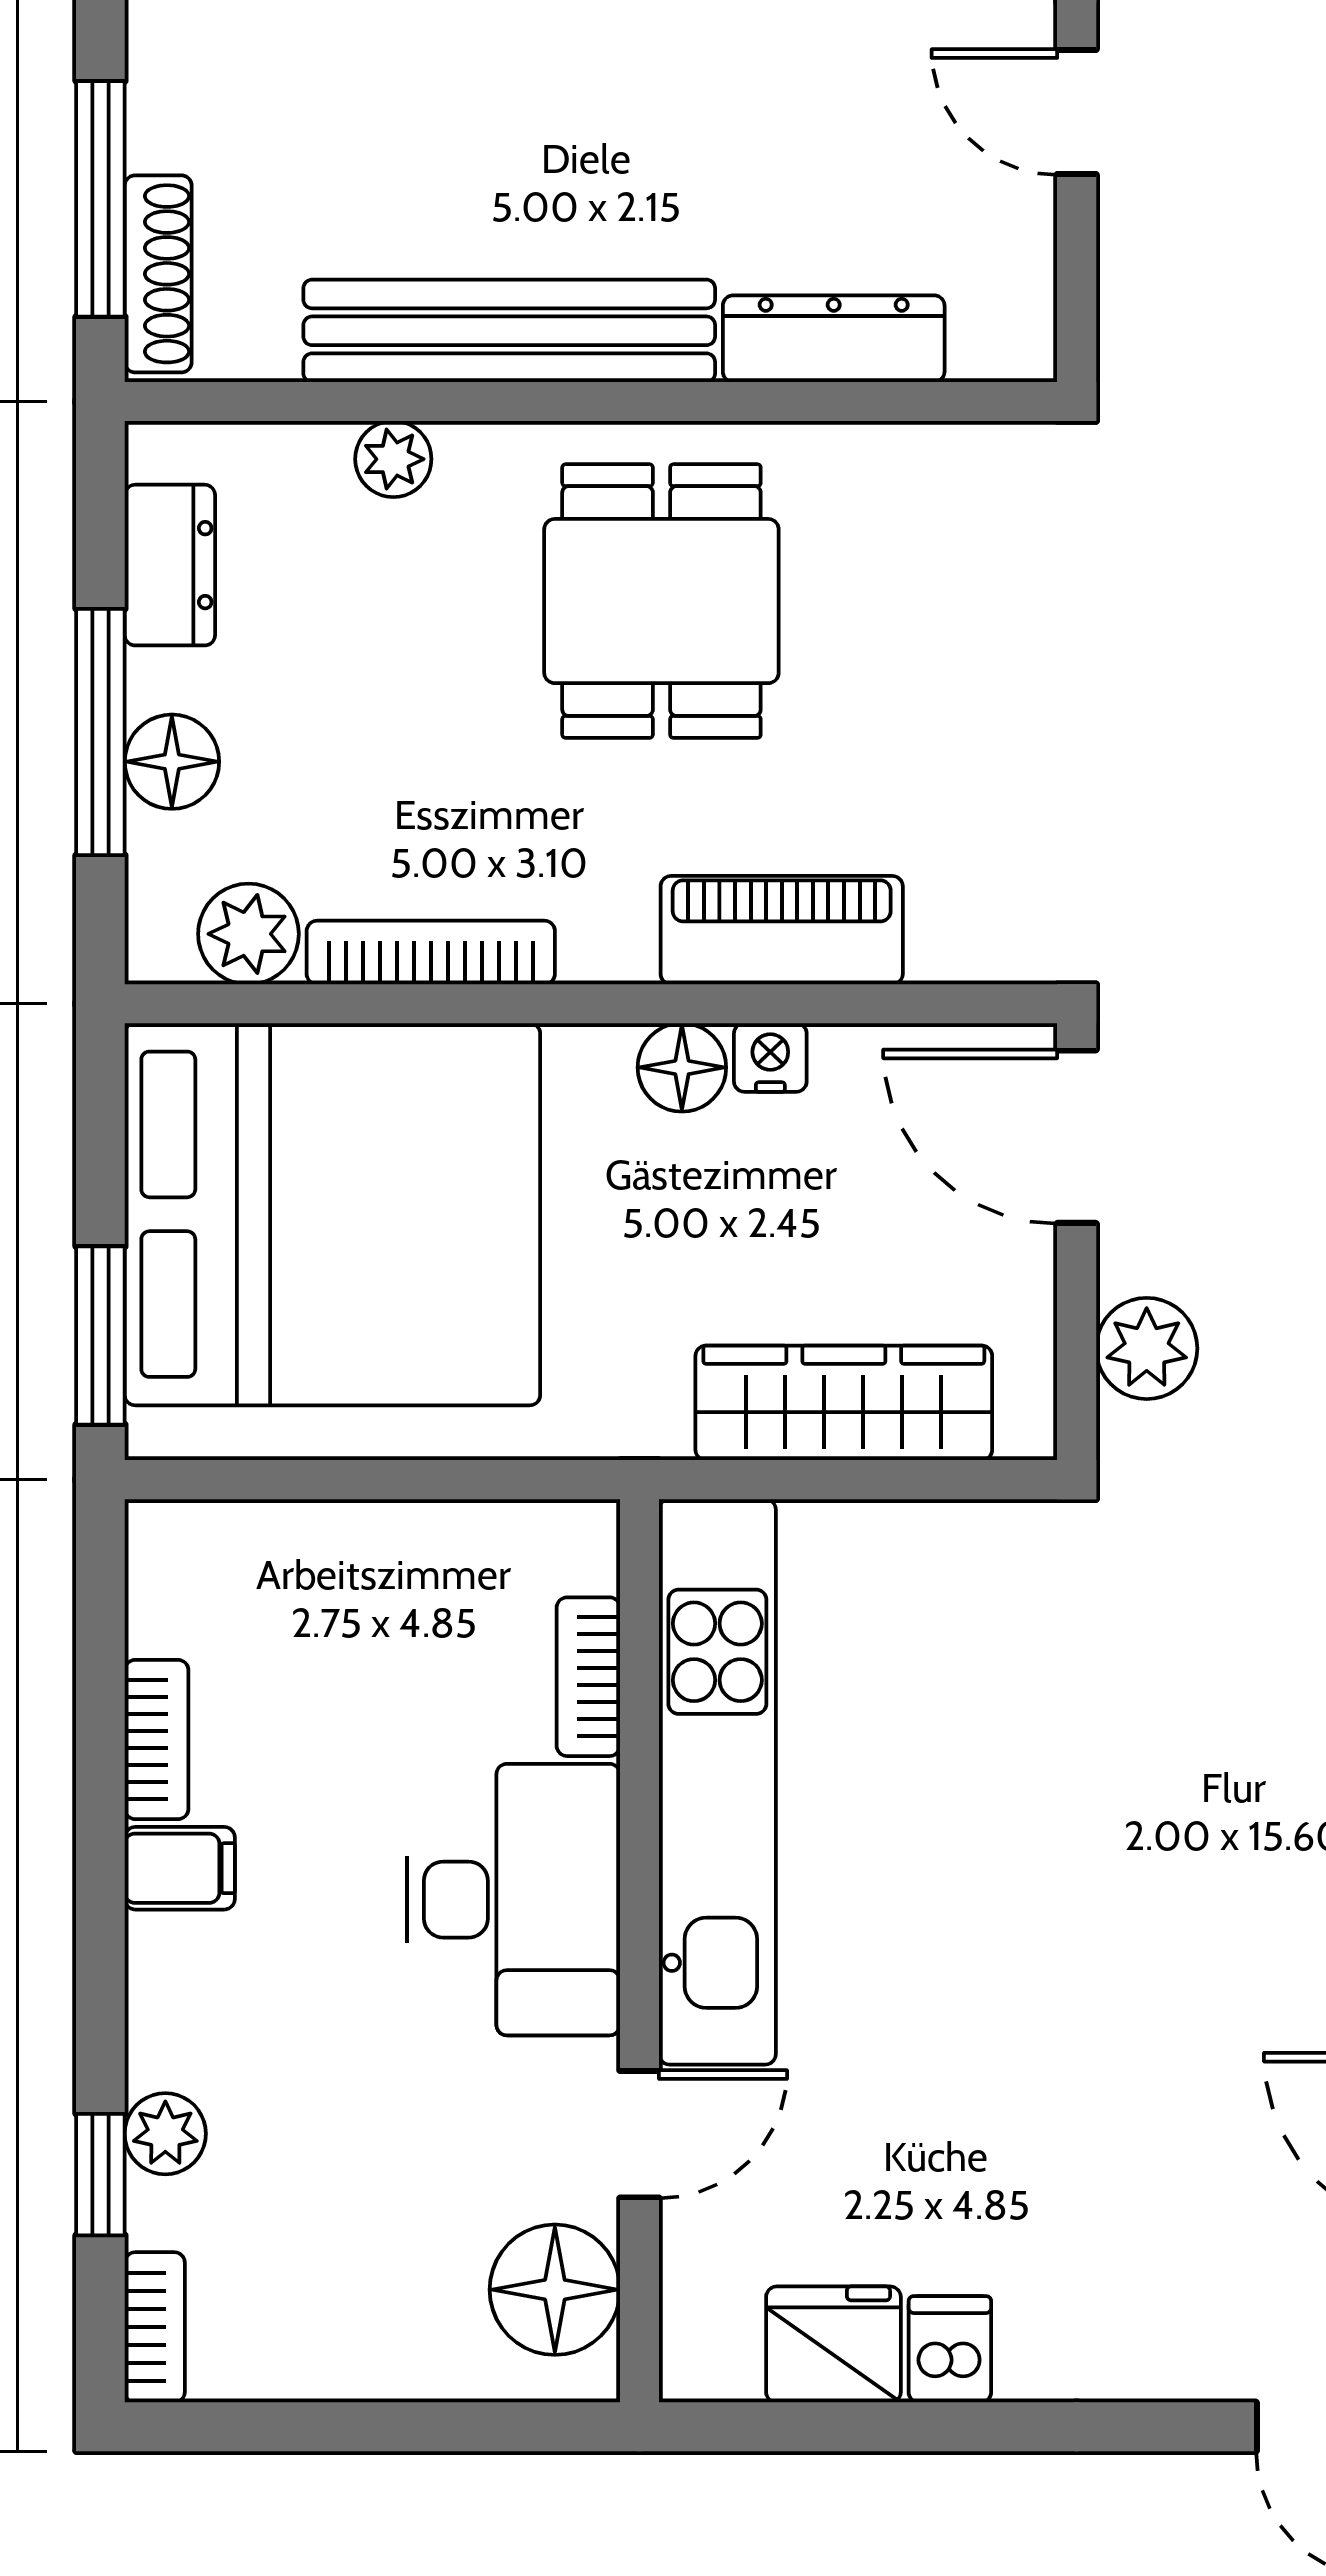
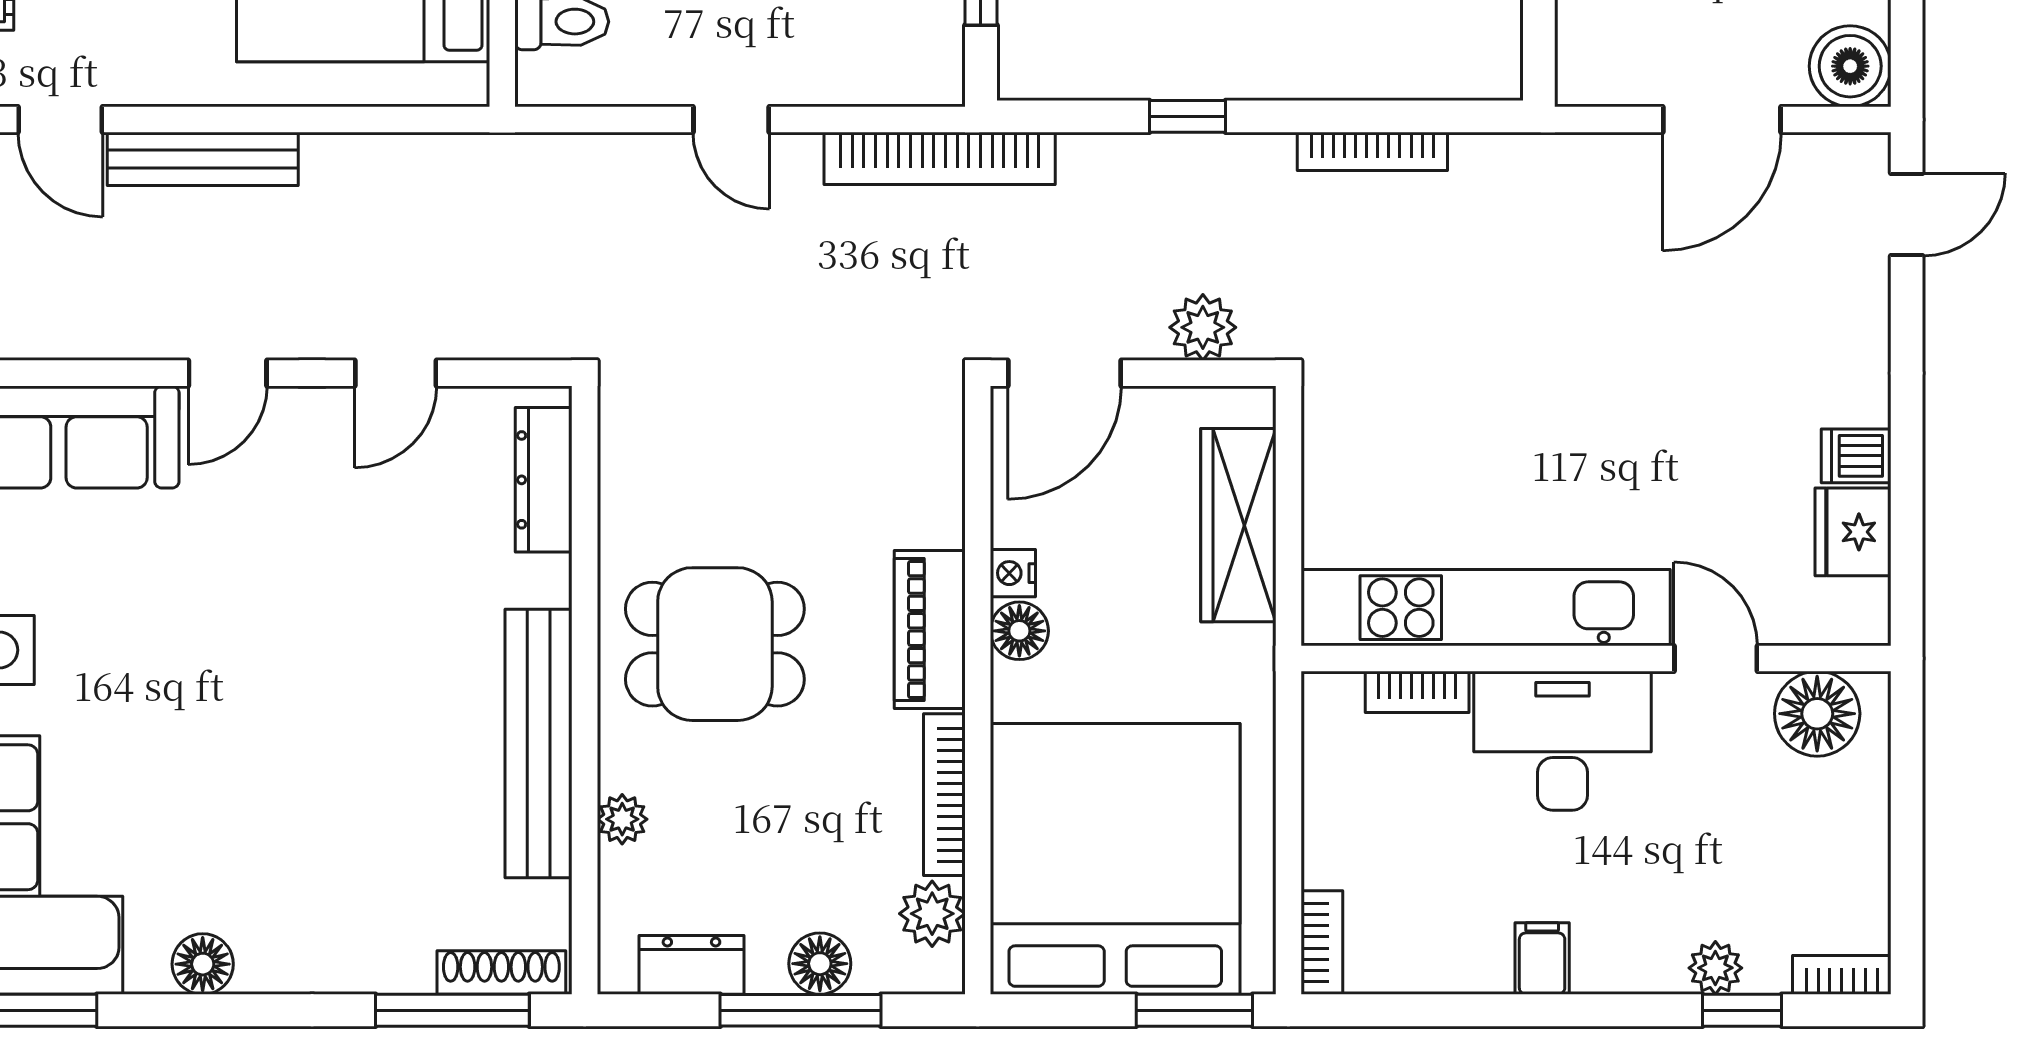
dresser: (834, 339) -> (544, 480), moved
piano: (782, 930) -> (930, 629), moved
bookcase: (157, 1740) -> (1322, 943), moved, turned 90

